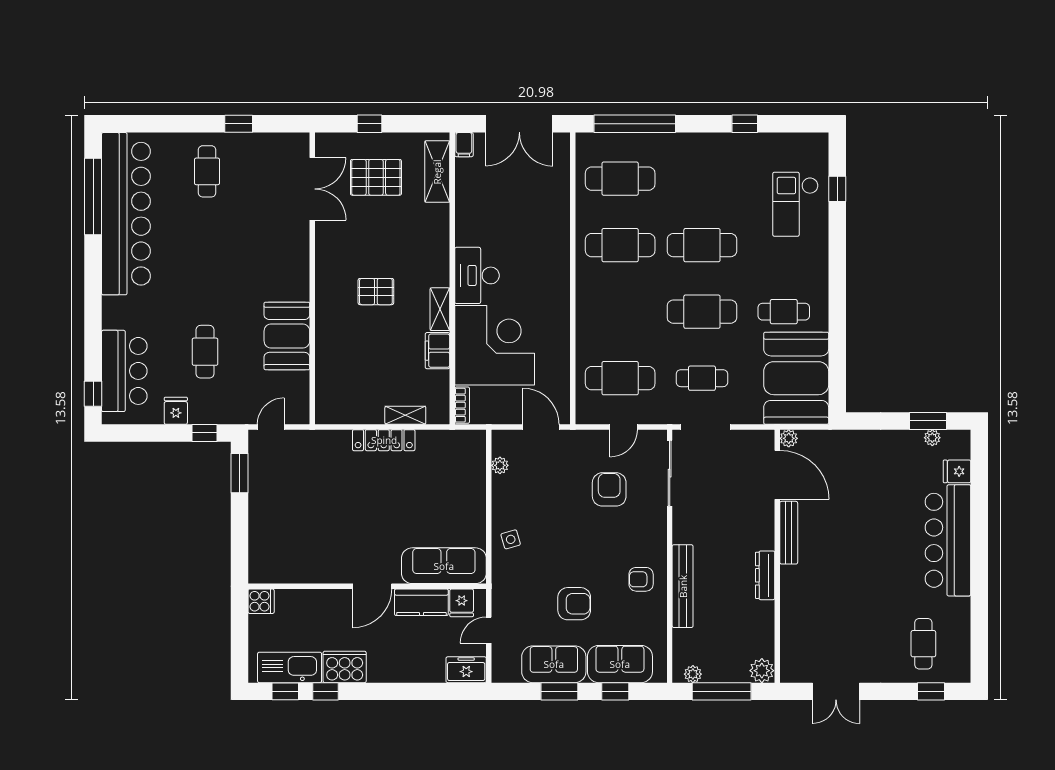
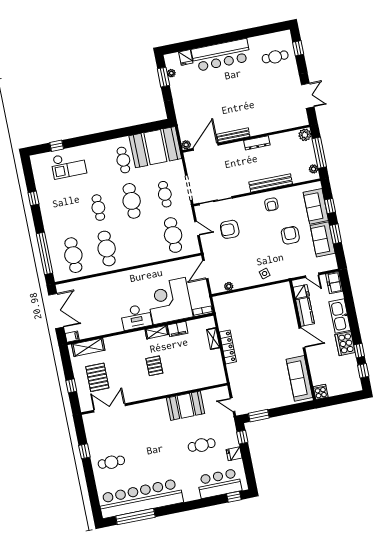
cafe table: (702, 245) -> (98, 208), width x0.73, depth x0.74
sofa: (444, 566) -> (299, 378), moved
kitchen sink: (290, 667) -> (340, 316), moved

